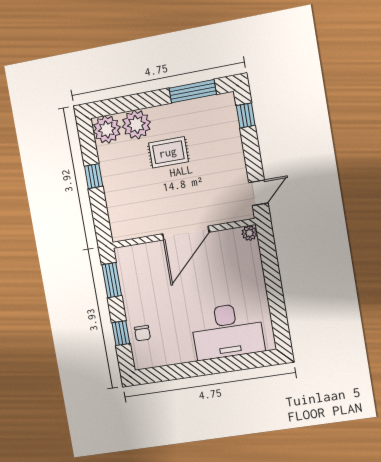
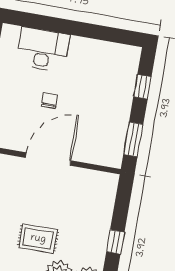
desk: (227, 331) -> (43, 49), width x0.73, depth x0.77
chair: (142, 333) -> (49, 101), moved

